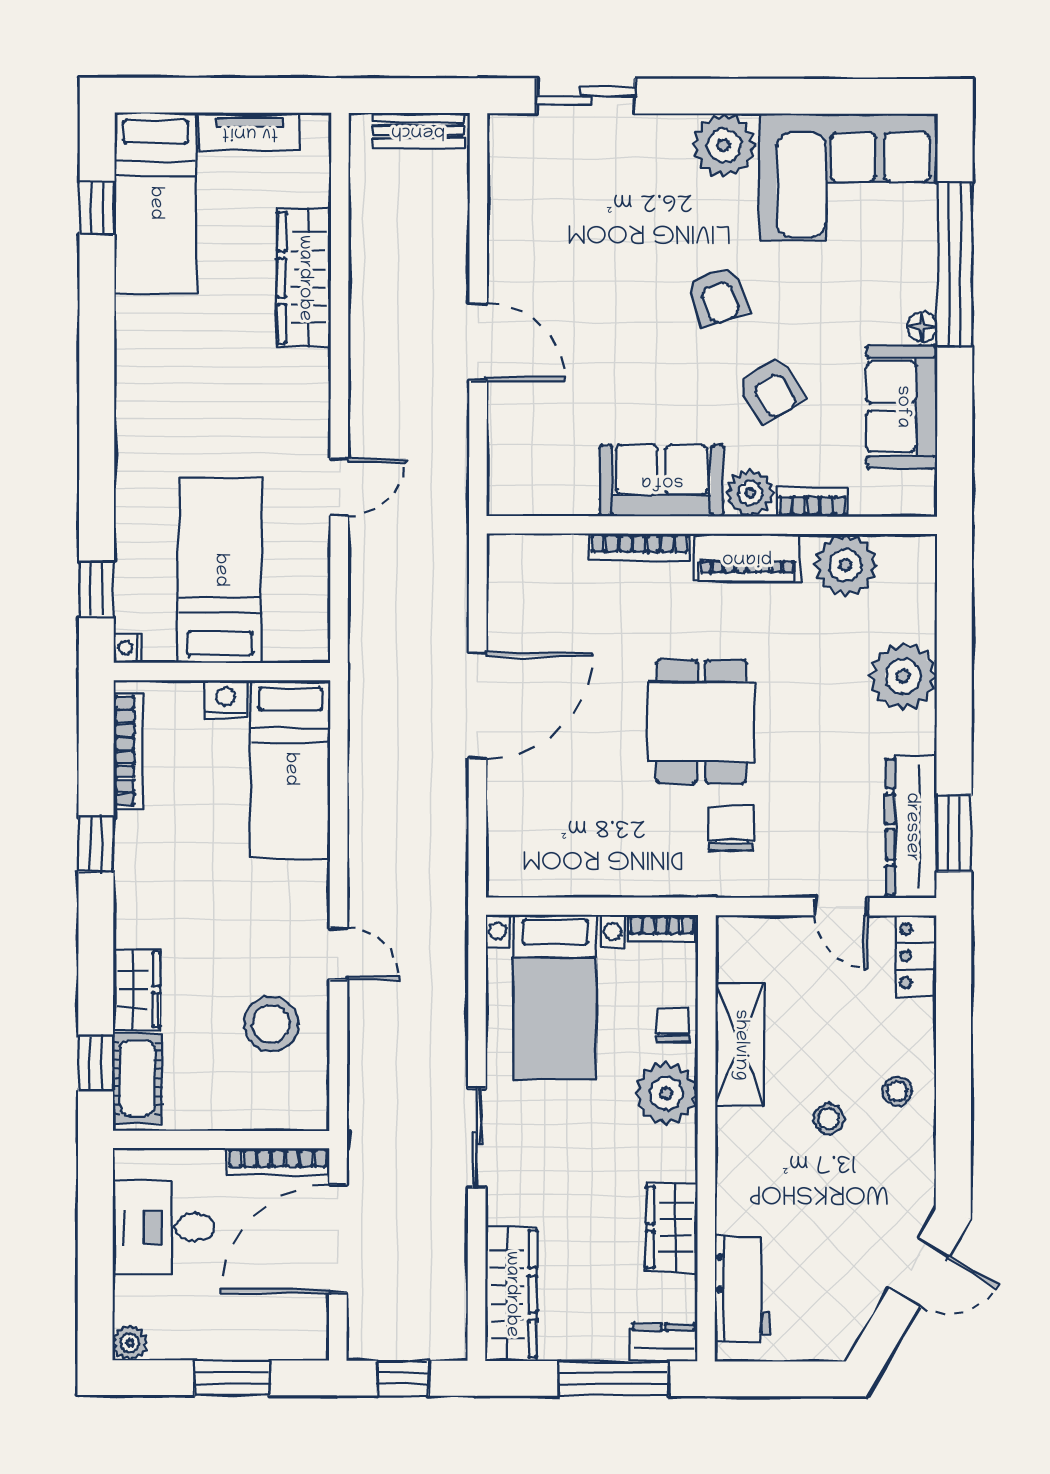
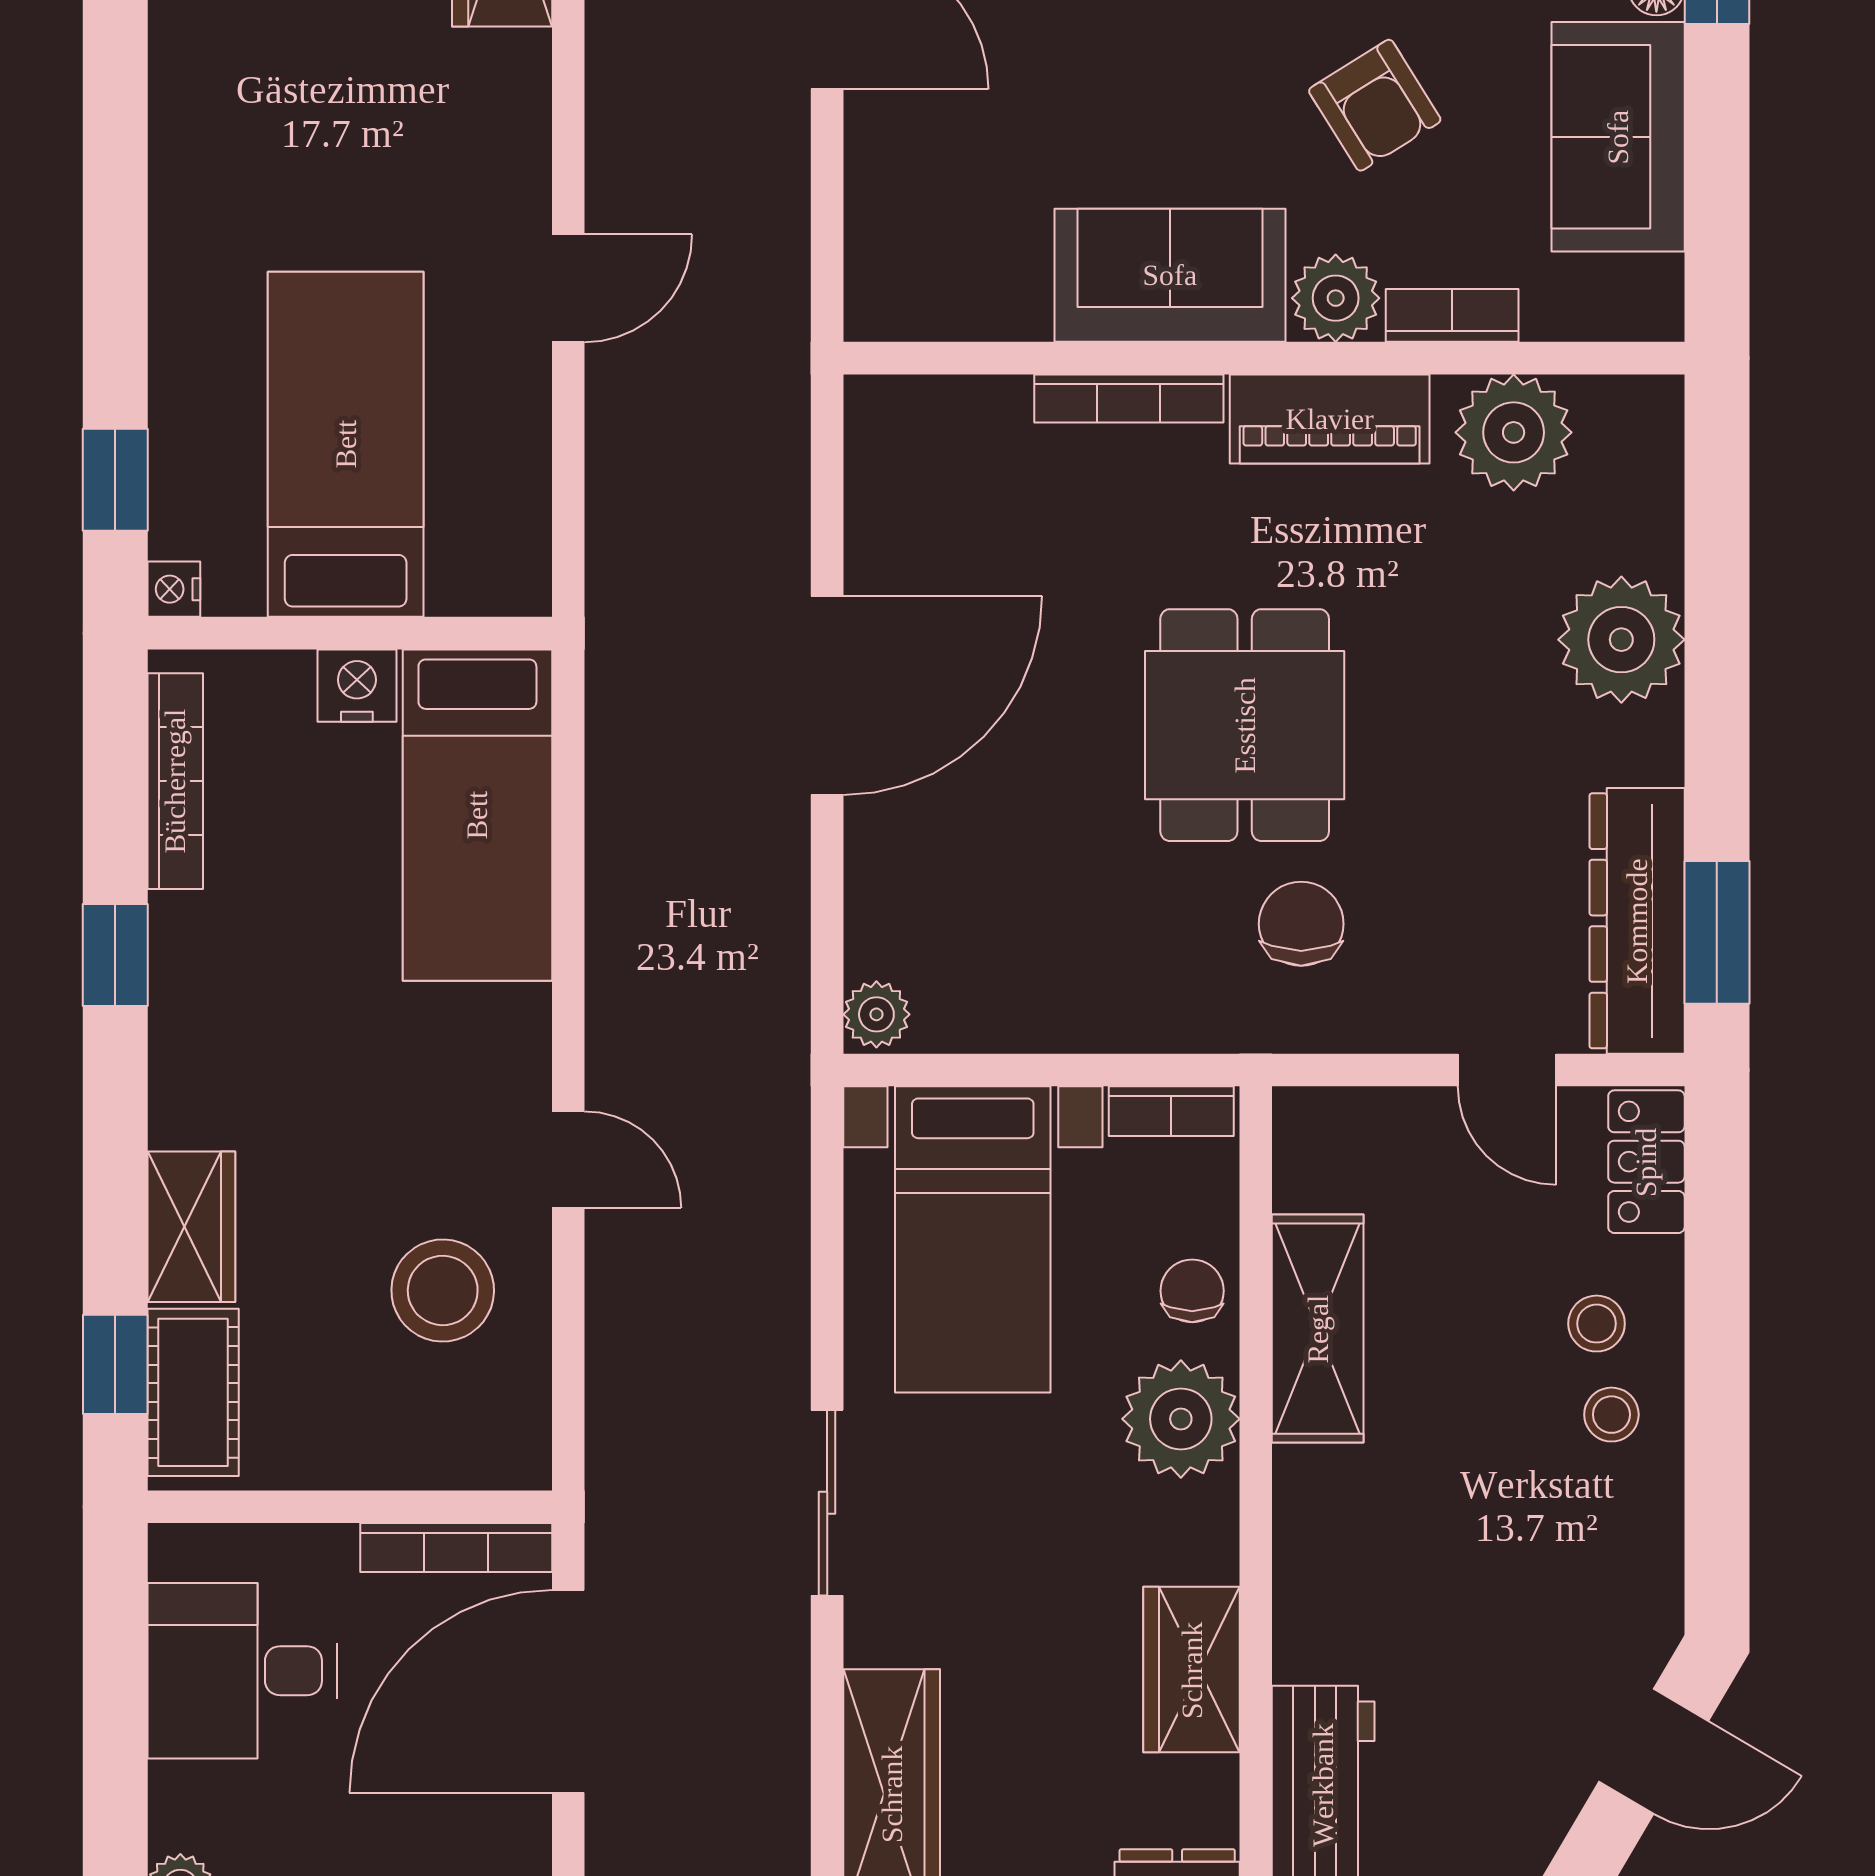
plant: (504, 876) -> (876, 1014), added
stool: (828, 1119) -> (1597, 1324), moved

